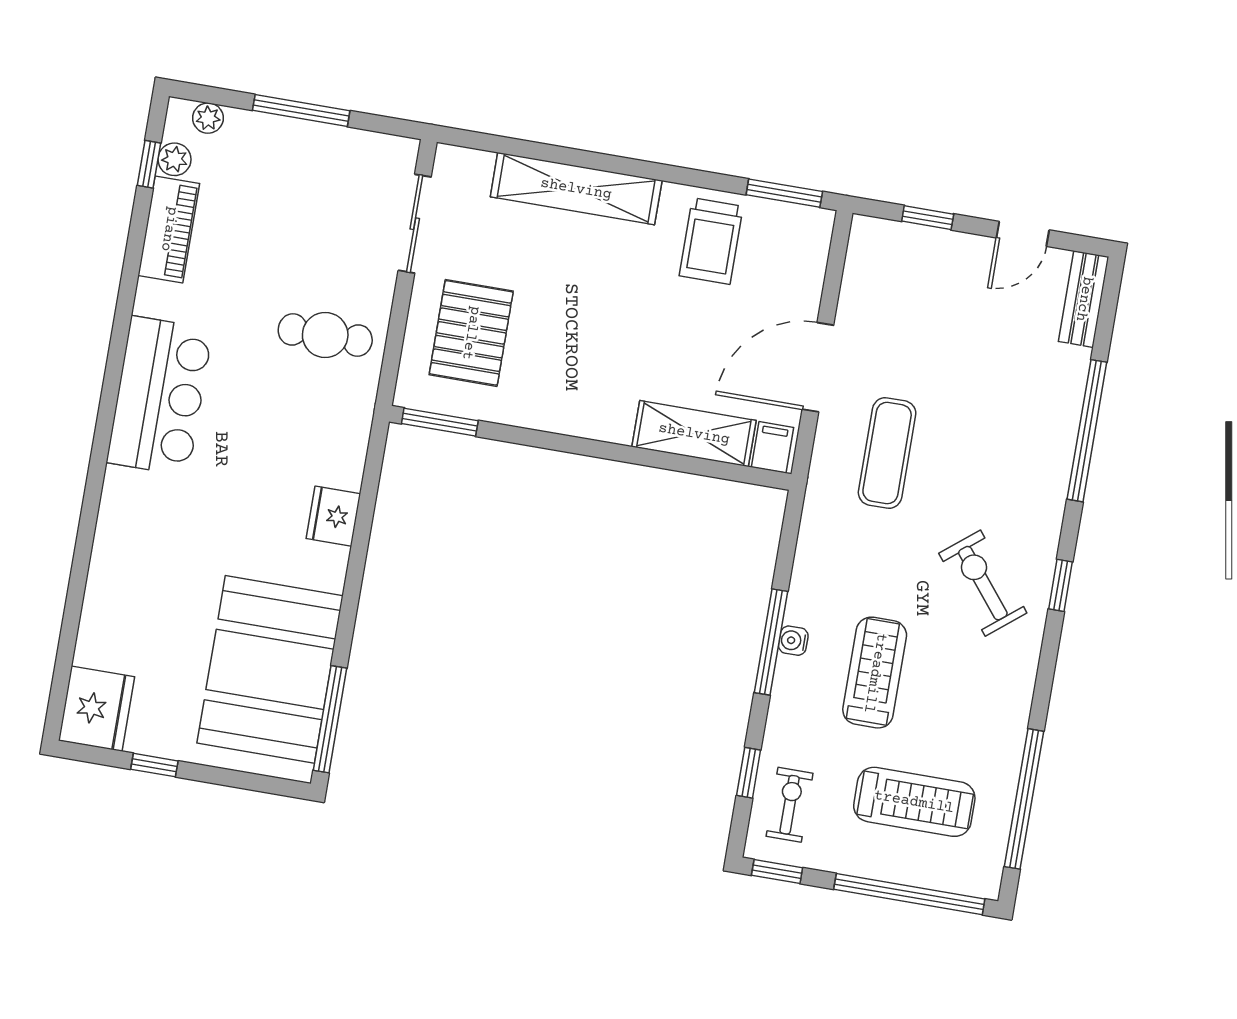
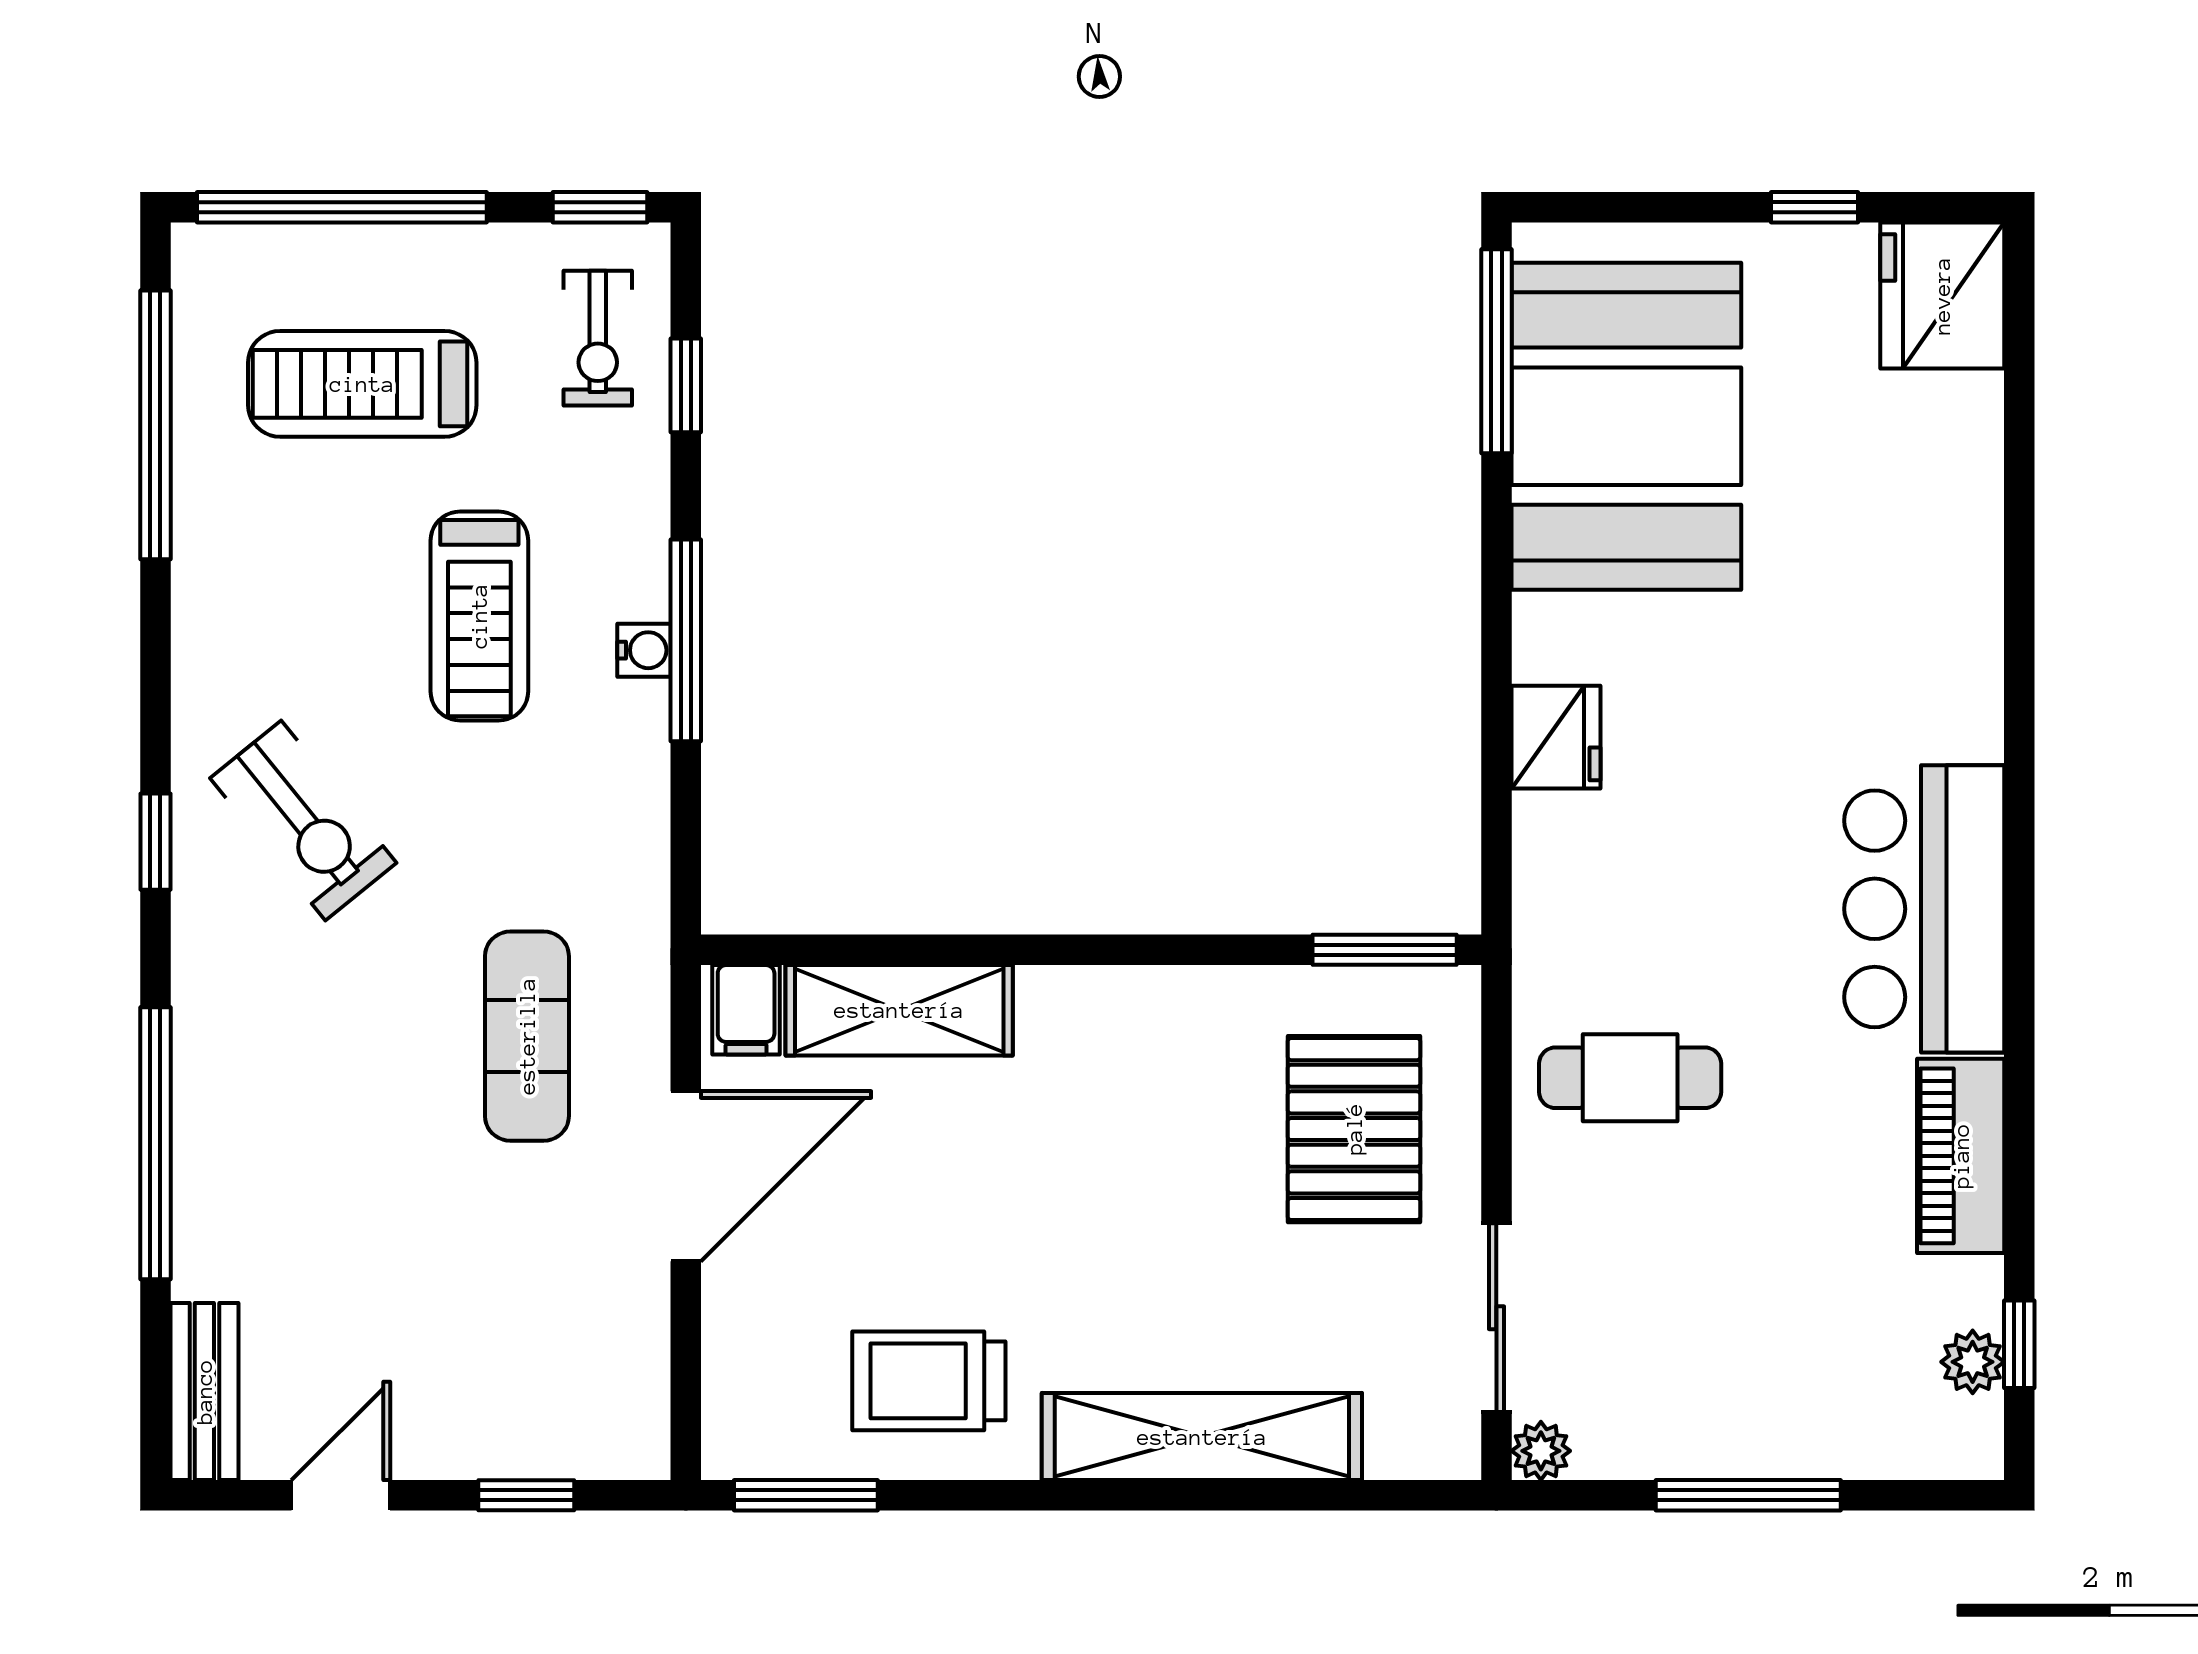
plant: (208, 118) -> (1541, 1451), moved
piano: (169, 229) -> (1961, 1156), moved
trolley: (711, 241) -> (929, 1381), turned -90

